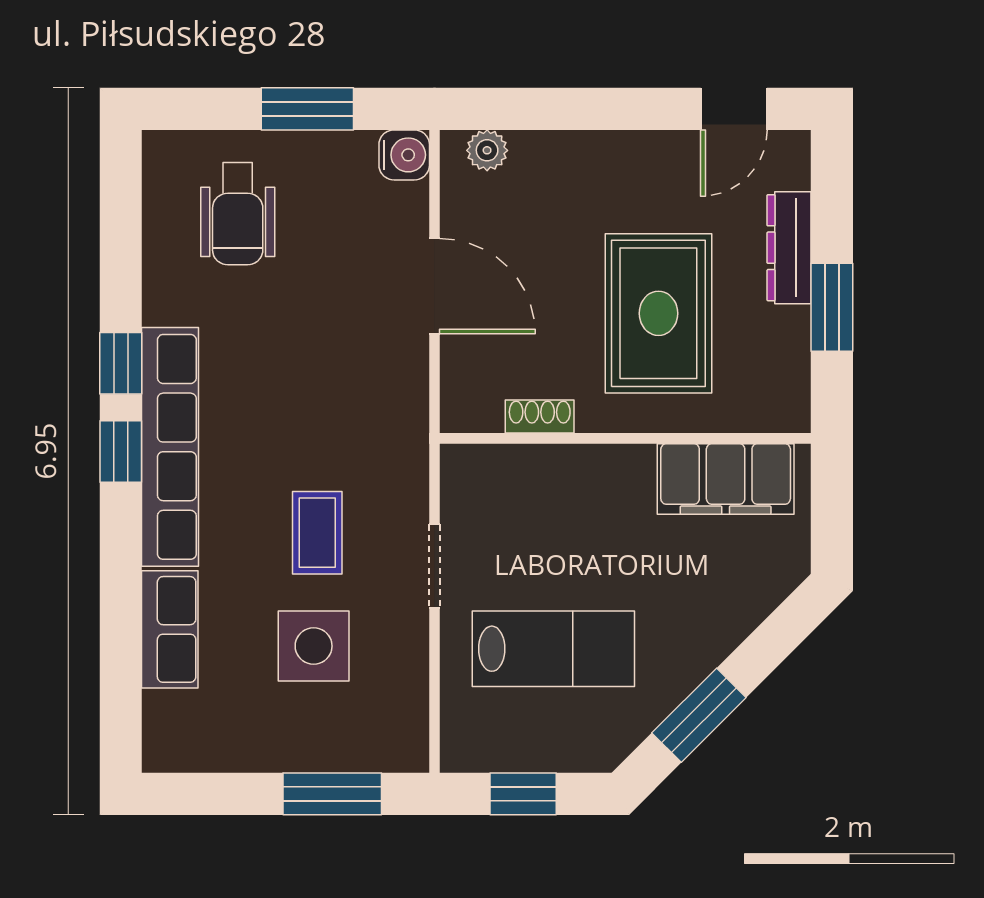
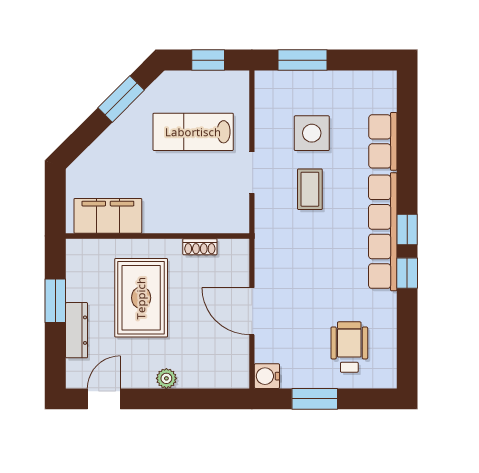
plant: (487, 150) -> (166, 378), moved

